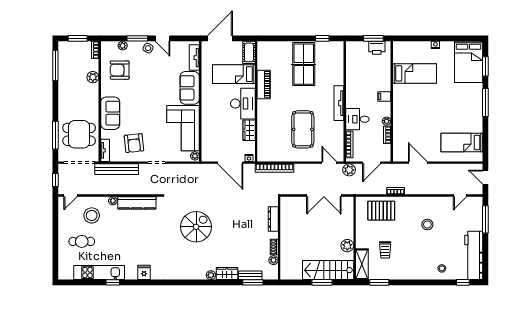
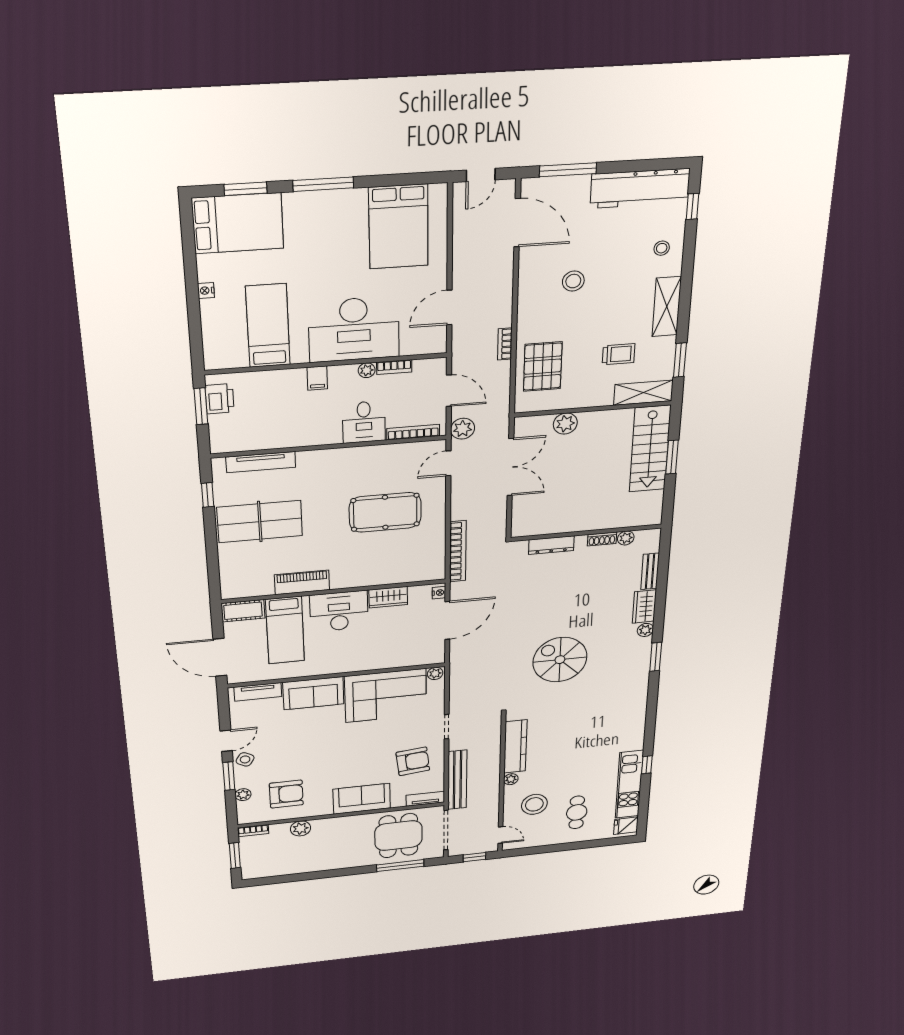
window: (55, 66) -> (283, 879), removed
armchair: (120, 70) -> (286, 794), turned -90
tv unit: (339, 103) -> (261, 462), moved
desk: (409, 115) -> (354, 329), added
bed: (462, 142) -> (399, 227), width x1.50
door: (460, 195) -> (517, 223), width x1.88
plant: (347, 246) -> (565, 424), moved
fridge: (144, 272) -> (626, 826), moved
shelving: (410, 273) -> (667, 307), added
window: (253, 282) -> (656, 657), moved

